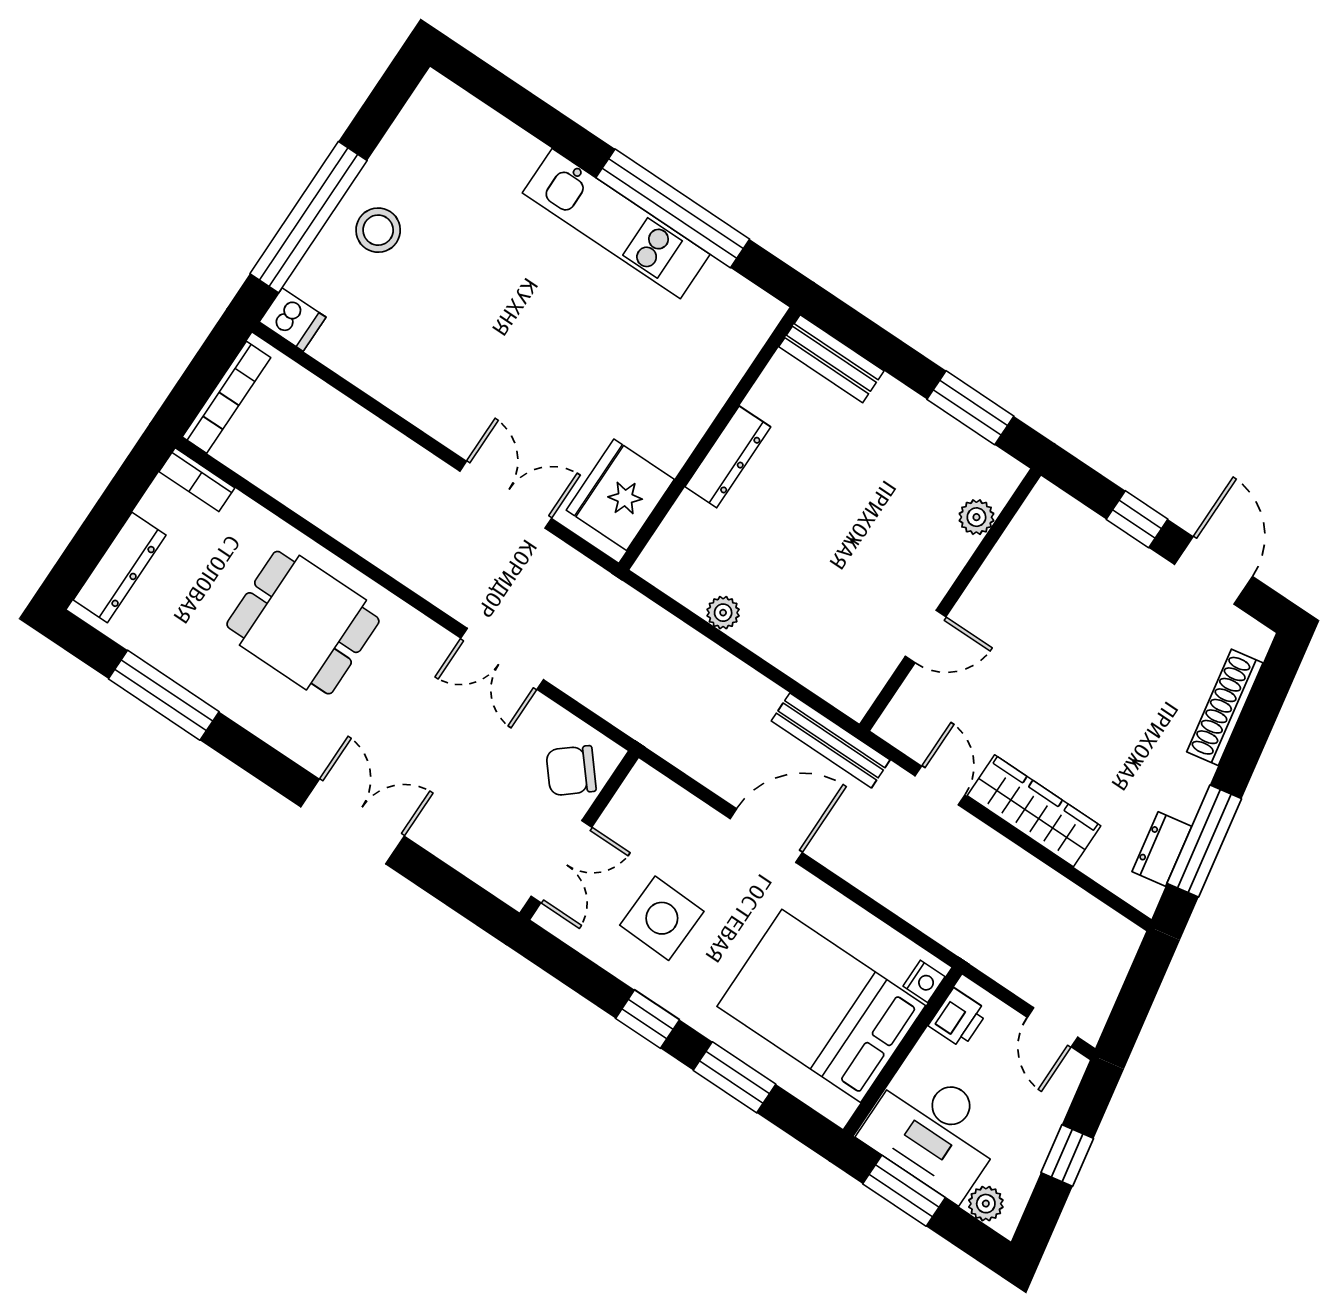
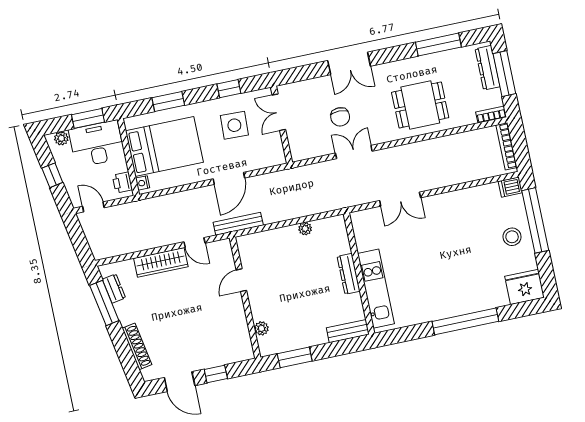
window: (673, 208) -> (465, 321), moved
kitchen unit: (616, 224) -> (376, 289), moved, turned 90
fridge: (620, 495) -> (525, 287), moved, turned -90
window: (101, 527) -> (504, 74), added
chair: (571, 771) -> (340, 117), moved, turned 130
window: (647, 1019) -> (229, 89), moved

